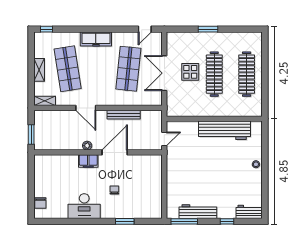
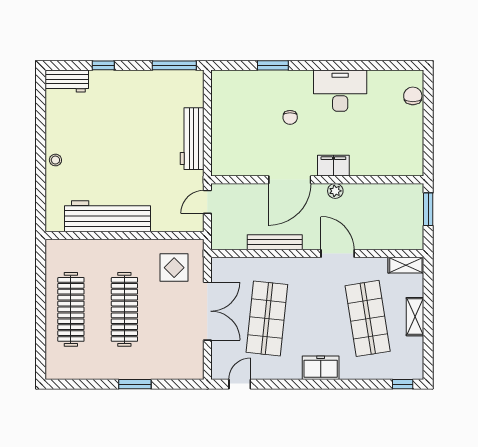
freezer: (96, 39) -> (321, 368), width x0.71
display table: (190, 72) -> (174, 268), moved
workbench: (198, 212) -> (192, 139), moved, turned 90

